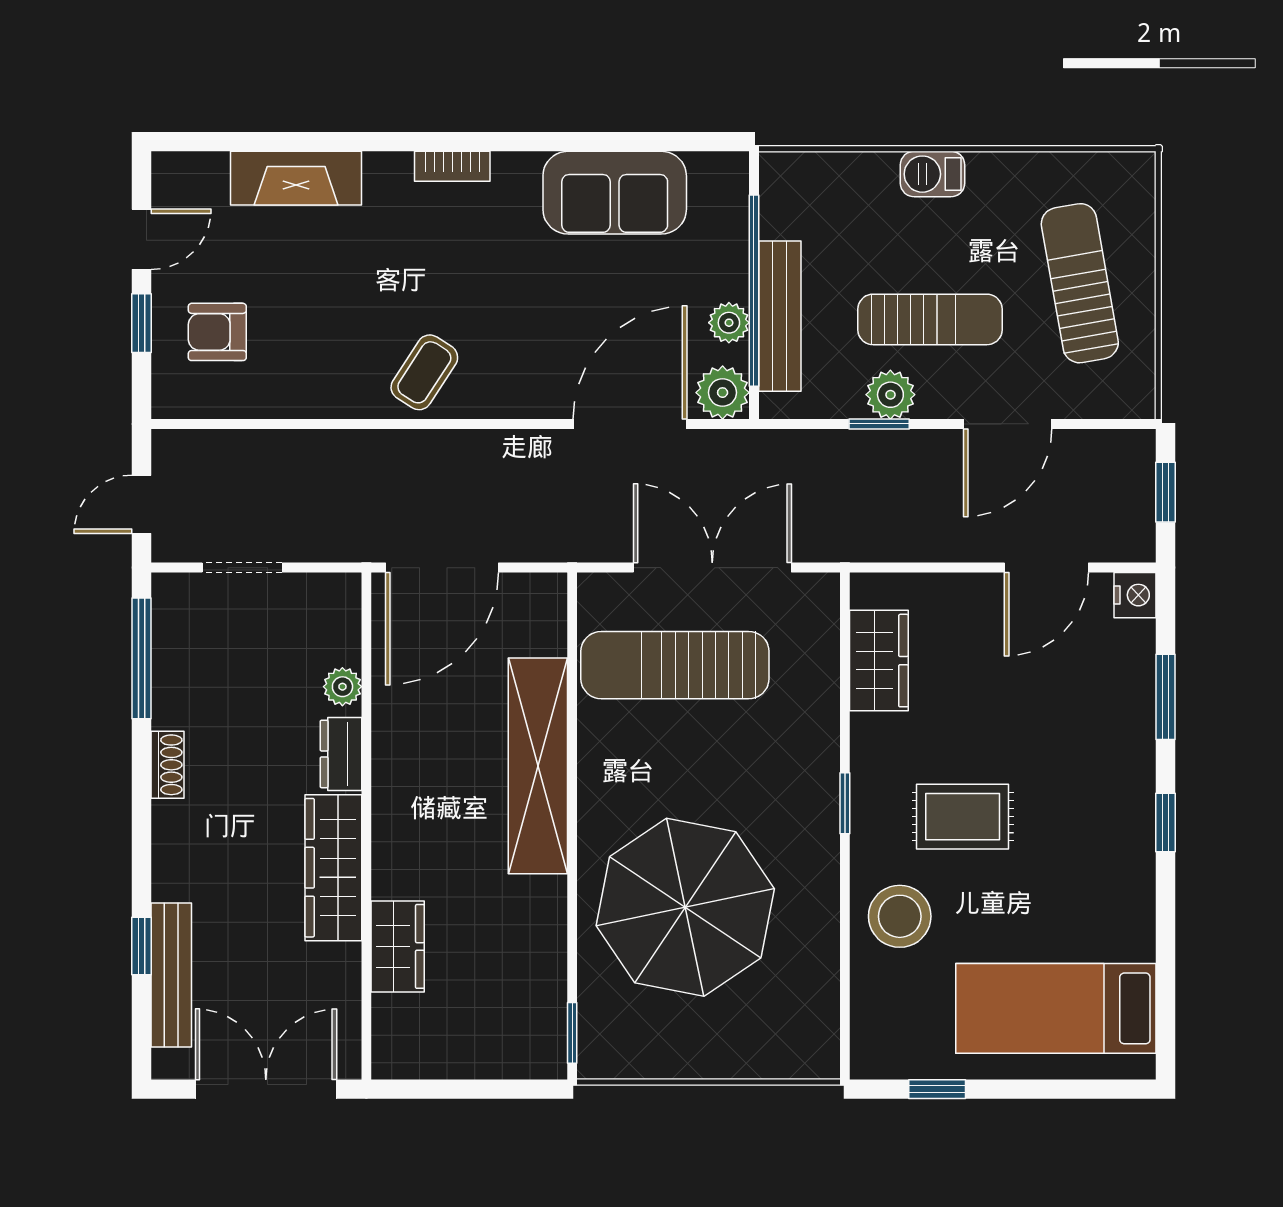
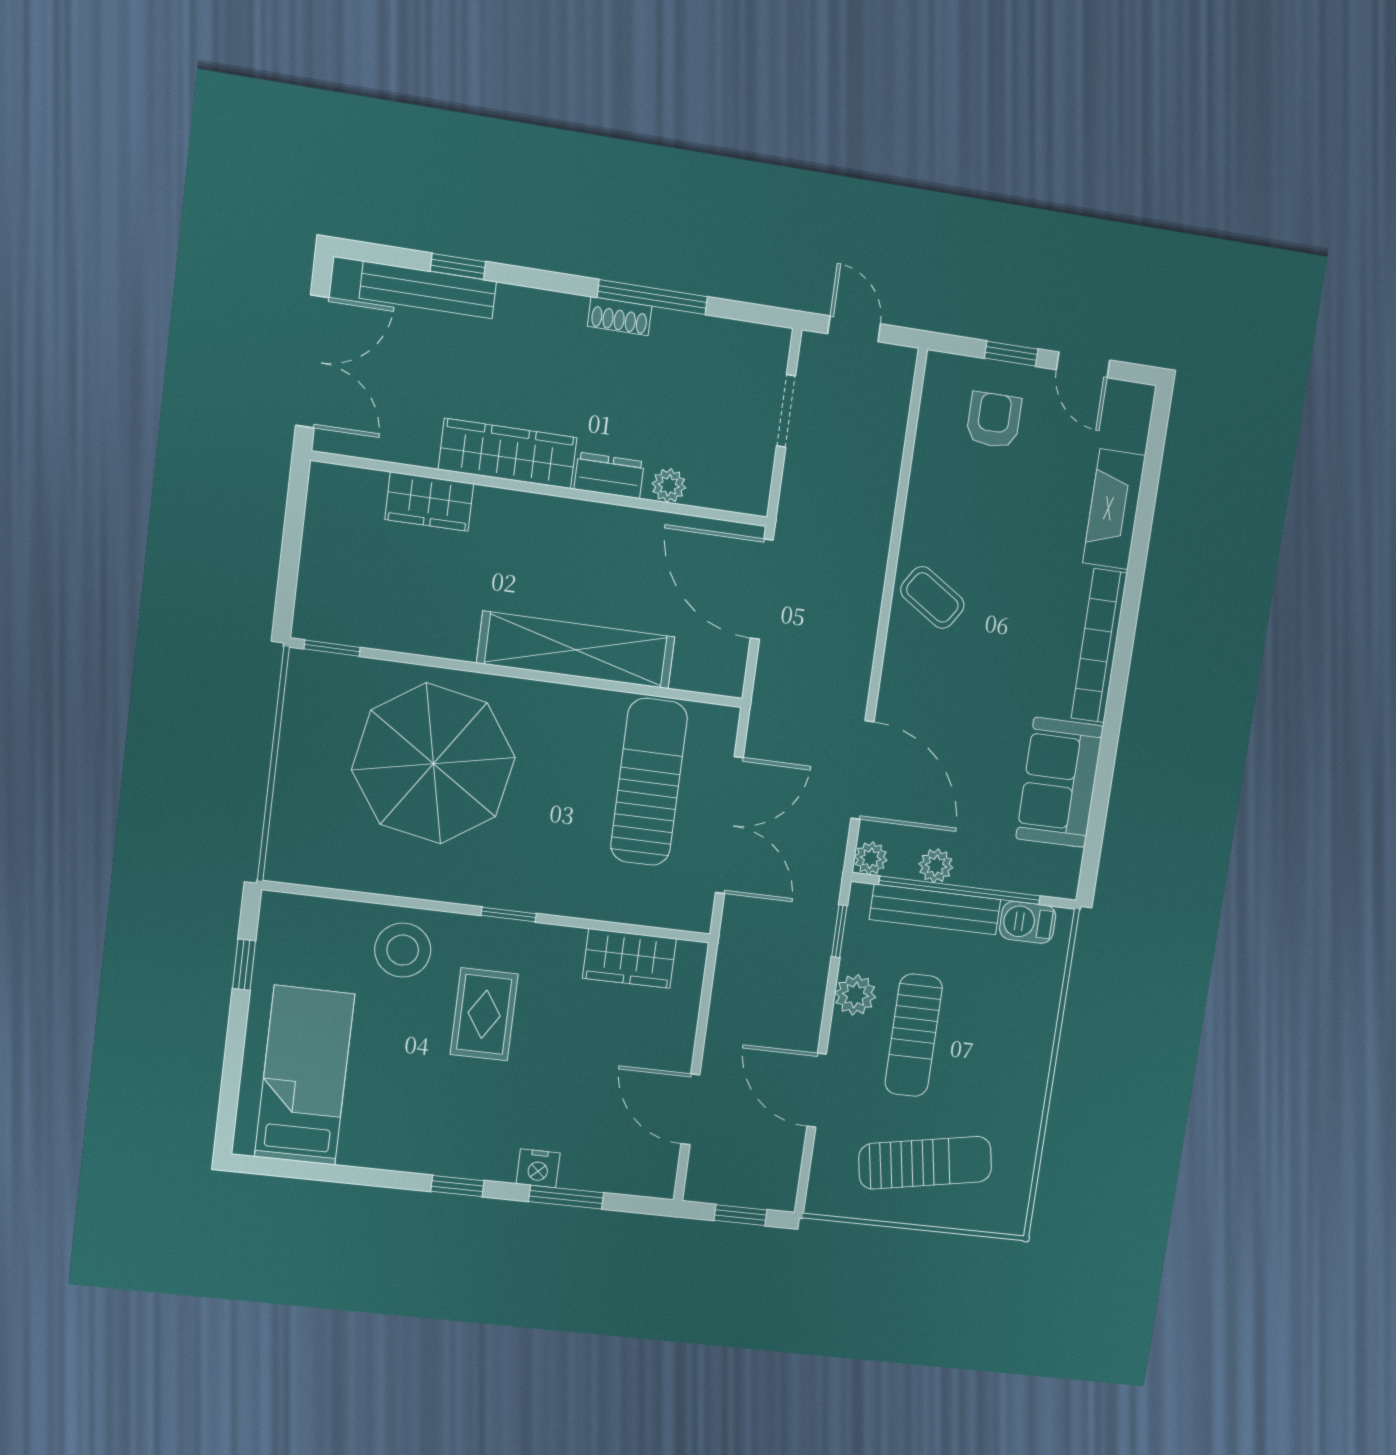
bookcase: (452, 166) -> (1099, 646), width x2.31, depth x1.31
barbecue: (933, 174) -> (1028, 922), moved, turned -90
plant: (723, 393) -> (871, 858), width x0.73, depth x0.73
window: (879, 424) -> (839, 931), moved
nightstand: (1135, 595) -> (538, 1168), moved
window: (142, 658) -> (652, 297), moved

